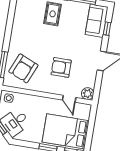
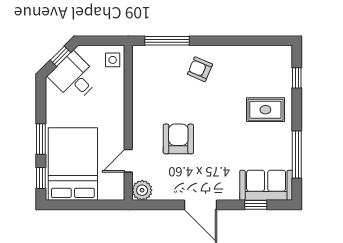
armchair: (23, 68) -> (200, 69), moved, width x0.53, depth x0.53

